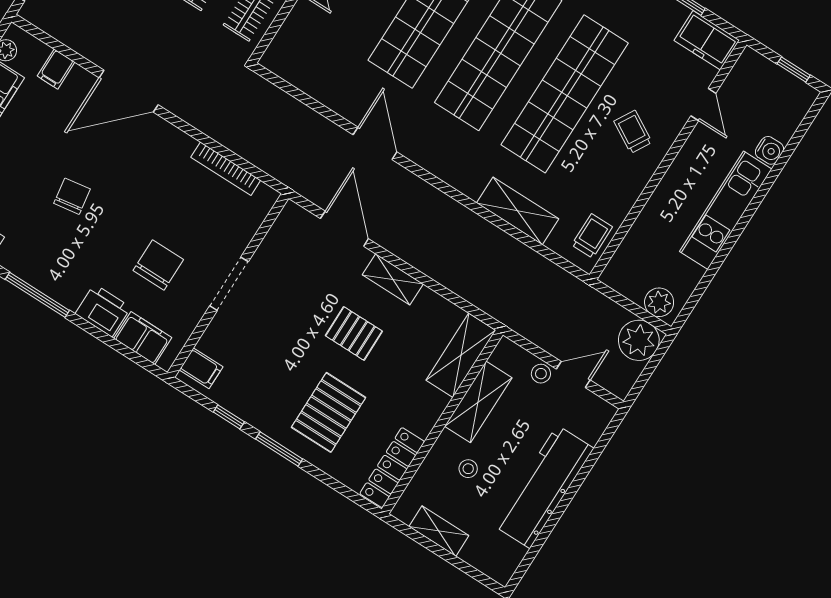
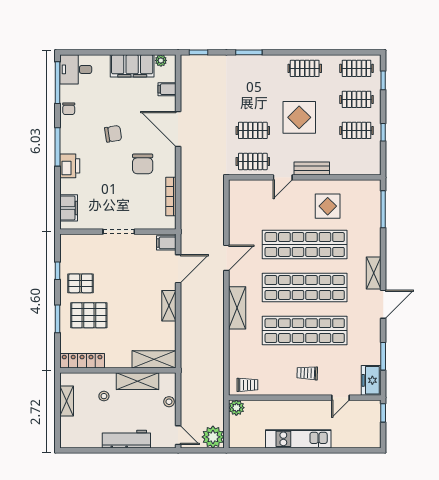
window: (794, 69) -> (383, 413), moved
trolley: (633, 132) -> (307, 373), turned -118
water cooler: (769, 150) -> (339, 441), removed
shelving: (518, 211) -> (237, 308), moved
chair: (158, 265) -> (143, 164), moved, turned 90
plant: (659, 302) -> (236, 408), moved
printer: (103, 310) -> (70, 166), moved
pallet: (354, 333) -> (81, 283), moved, turned 90
filing cabinet: (201, 368) -> (166, 243), moved, turned 90
door: (573, 374) -> (178, 435), moved
window: (279, 449) -> (58, 319), moved
workbench: (544, 487) -> (126, 439), width x0.73, depth x0.76

